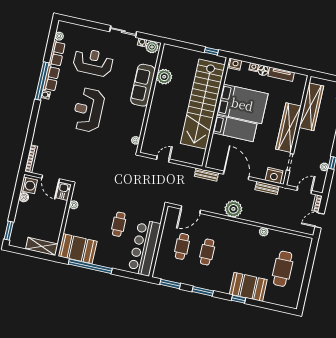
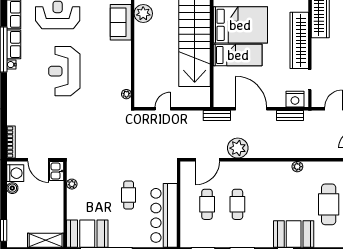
sofa: (143, 85) -> (121, 22), width x0.73
plant: (233, 209) -> (238, 148), moved

